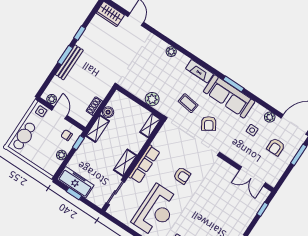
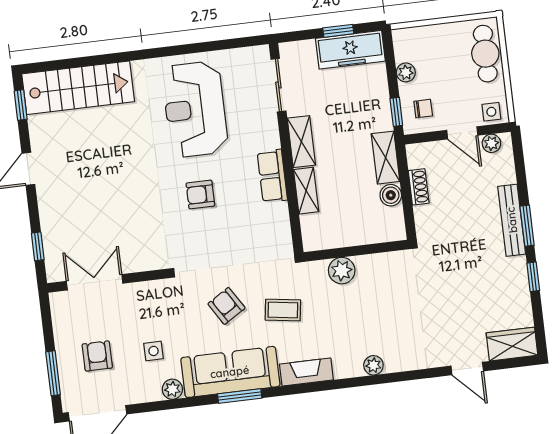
plant: (270, 117) -> (172, 389), moved
shelving: (150, 126) -> (306, 191), moved
row of seats: (144, 164) -> (272, 176), width x0.68

